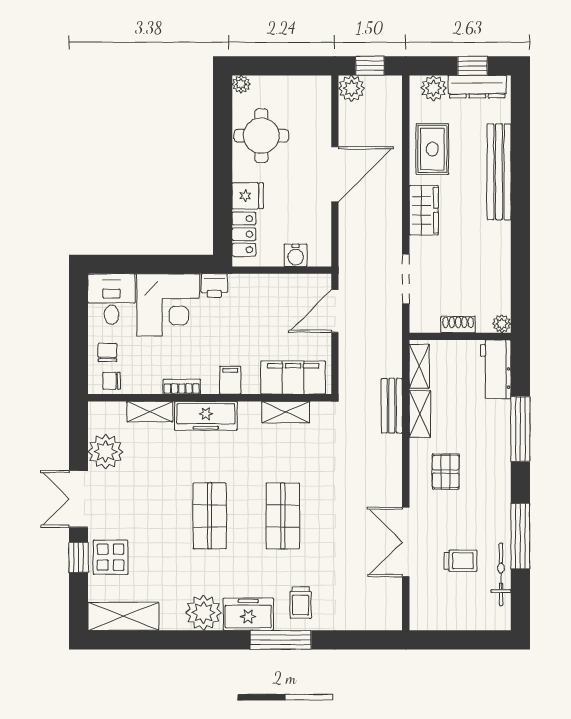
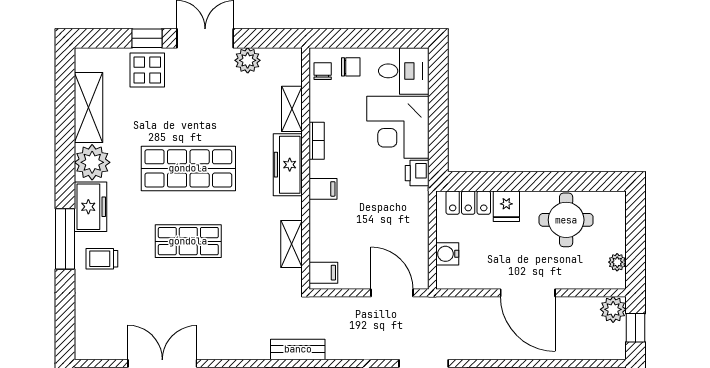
plant: (241, 84) -> (617, 262), moved
filing cabinet: (293, 378) -> (323, 273), width x0.33, depth x0.86
plant: (106, 452) -> (248, 60), width x0.73, depth x0.73
shop shelf: (210, 516) -> (188, 168), width x1.43, depth x1.36
shelving: (123, 616) -> (88, 107), moved

